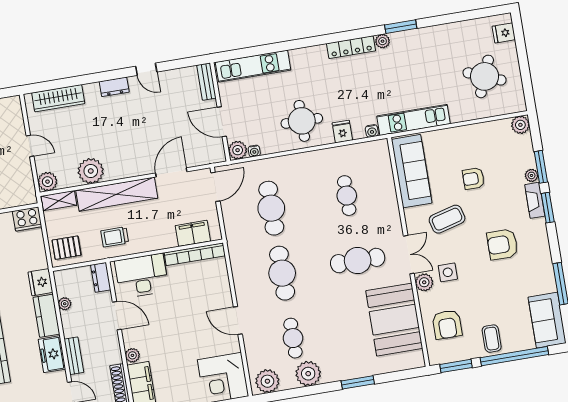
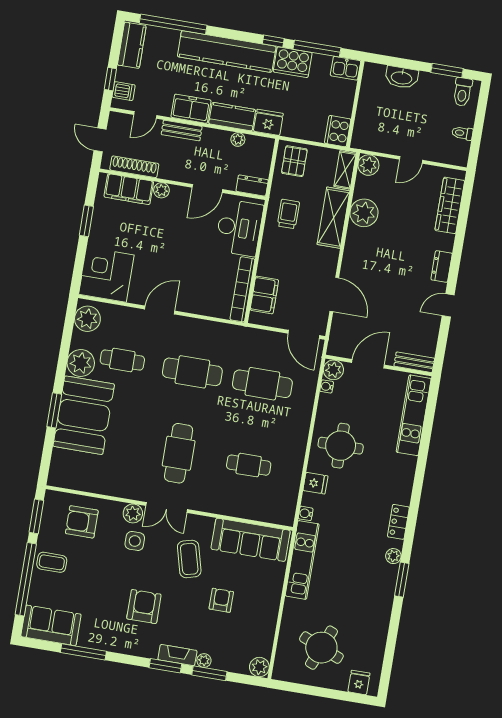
locker: (351, 47) -> (398, 522), width x0.66
shelving: (117, 194) -> (333, 218), width x0.68
booth: (394, 320) -> (84, 415), moved, turned 90

